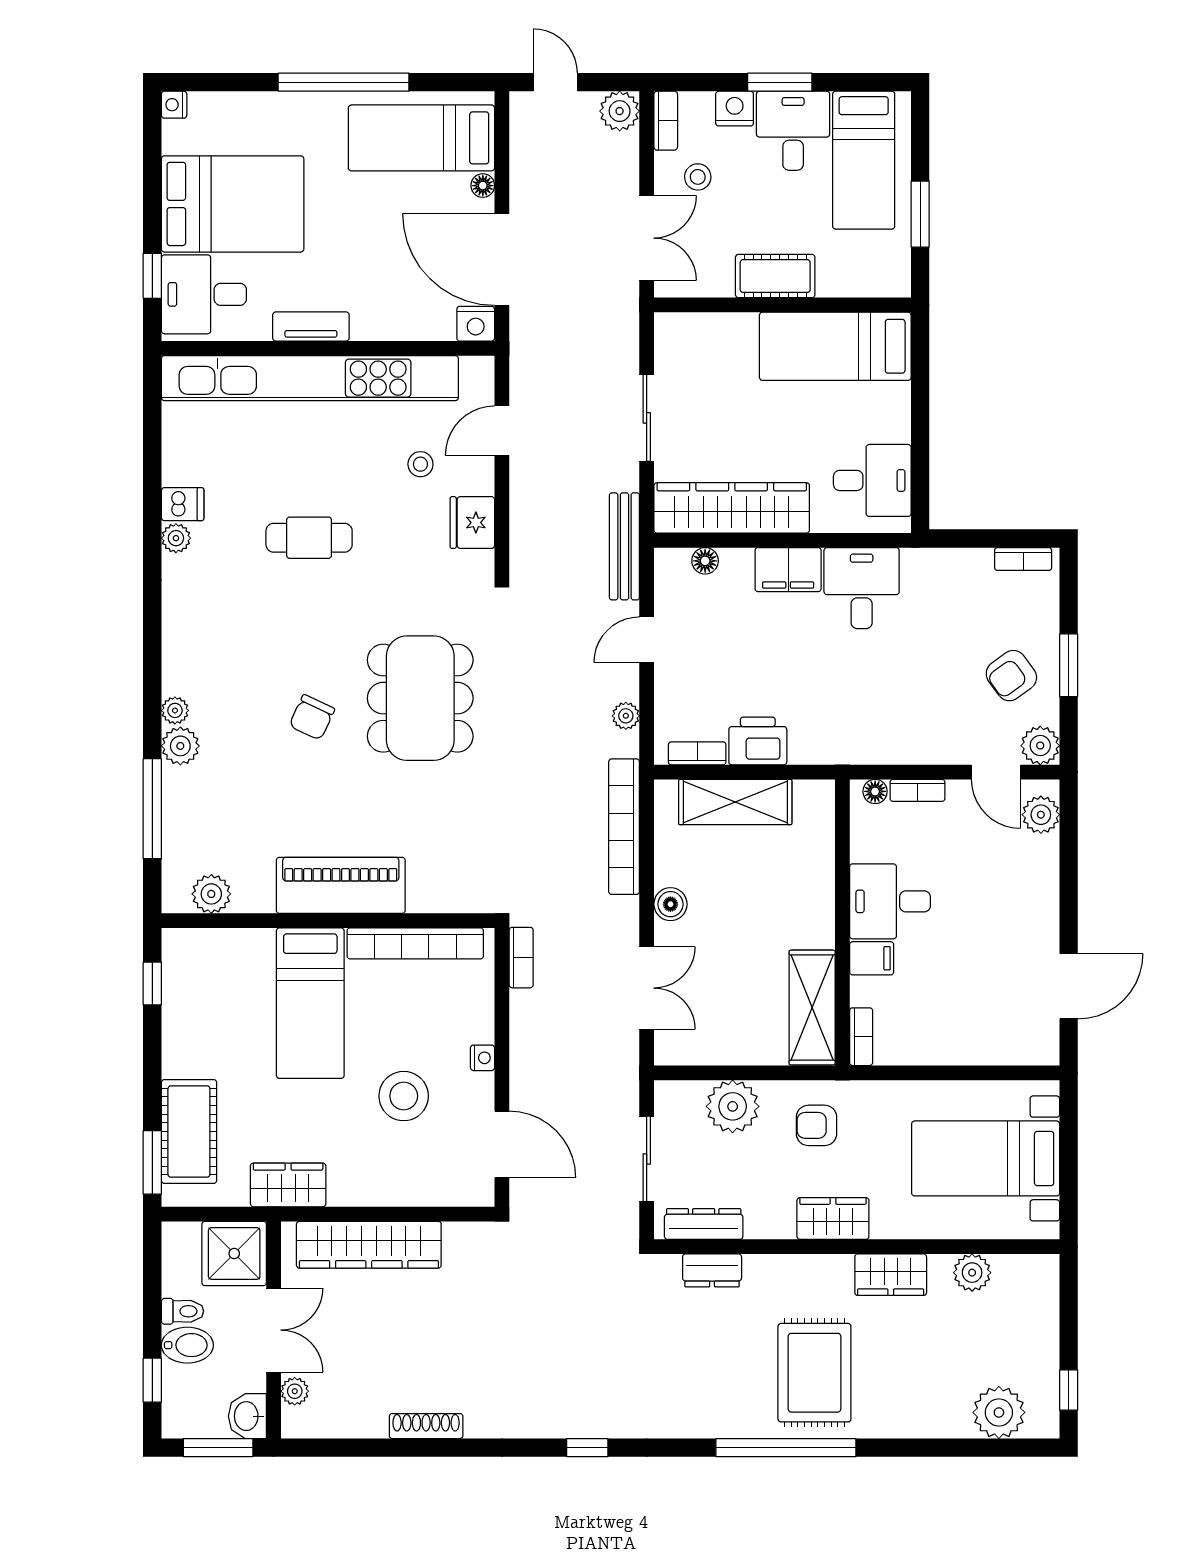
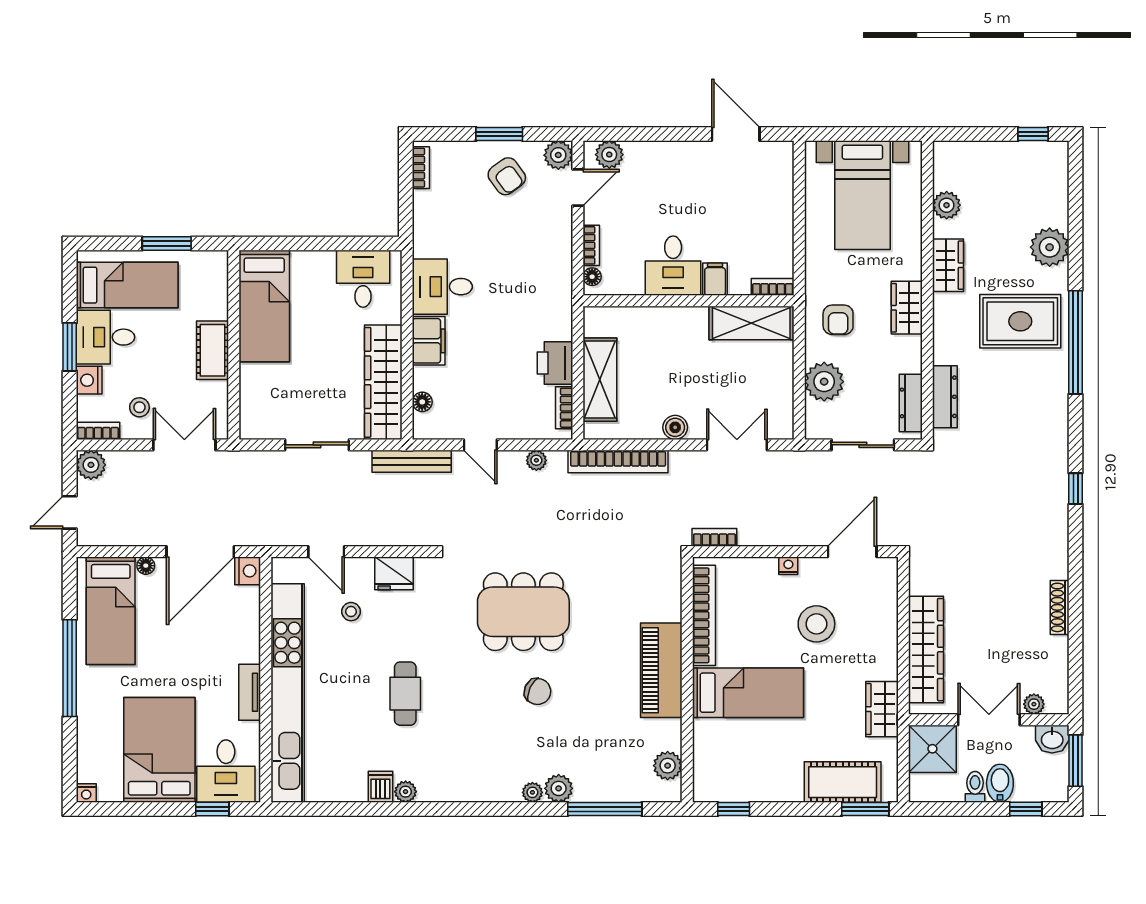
dresser: (712, 1270) -> (945, 397), width x1.44
plant: (999, 1412) -> (1050, 247), moved

